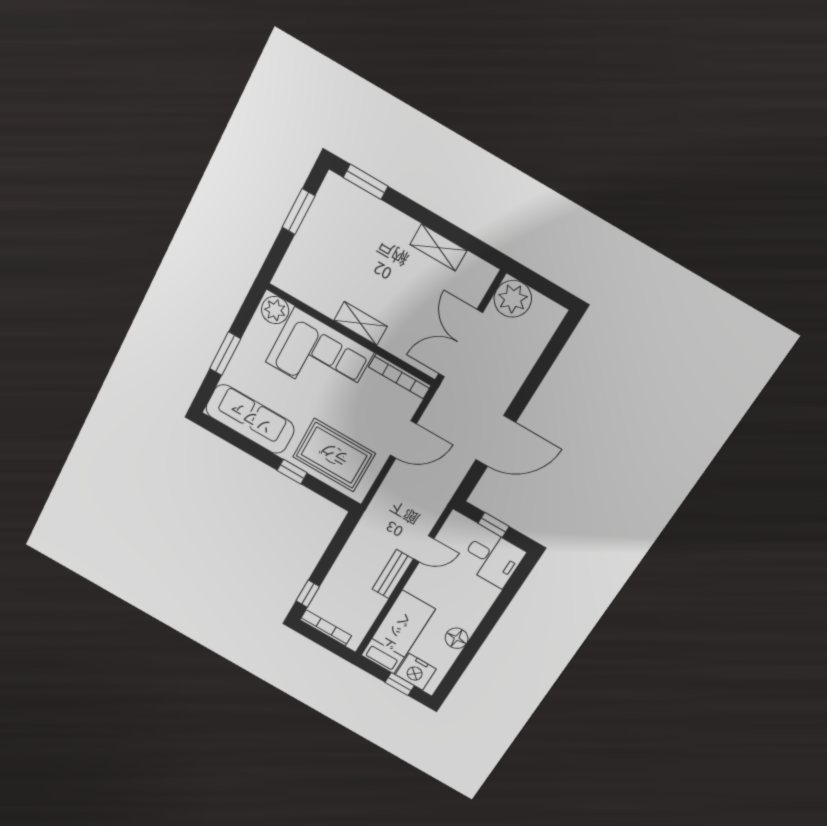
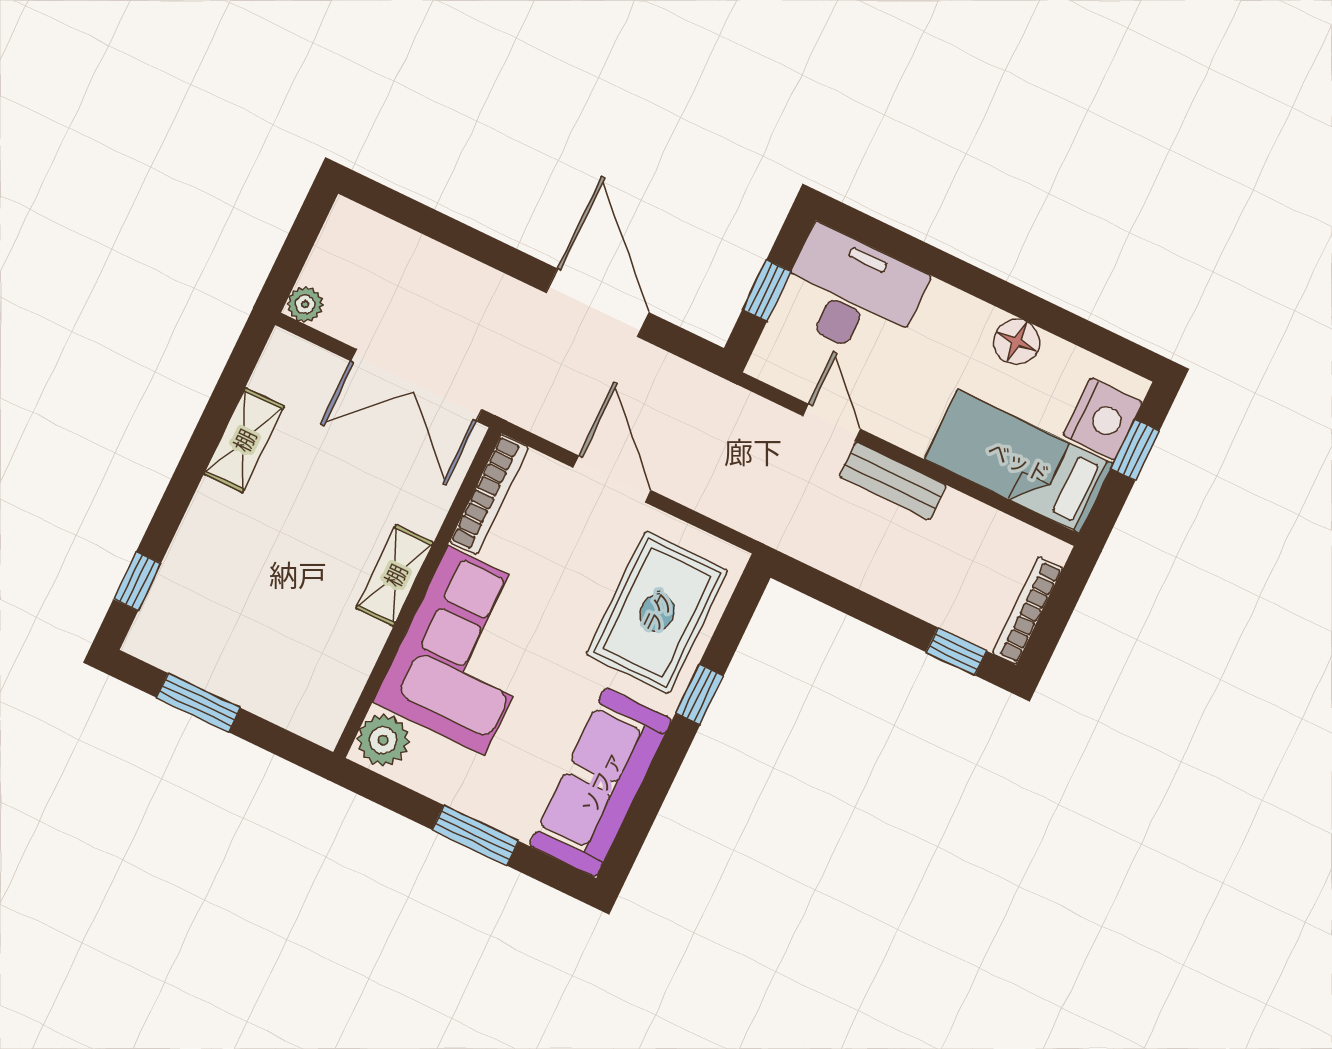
window: (366, 182) -> (137, 581), width x0.67
plant: (513, 299) -> (305, 304), width x0.53, depth x0.53
desk: (492, 558) -> (852, 294), width x1.37

